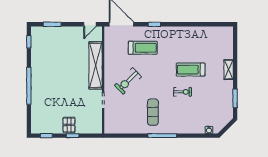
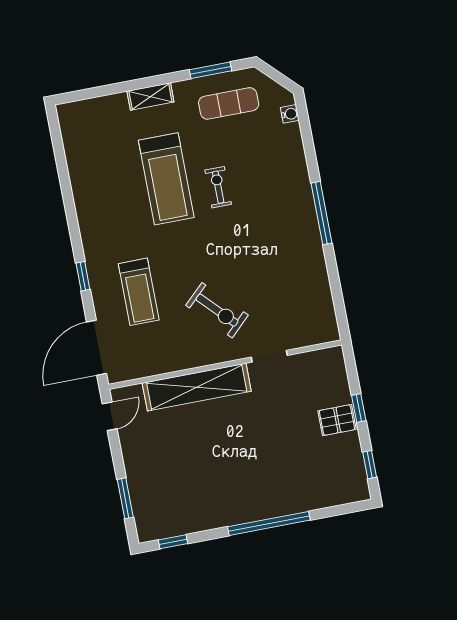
door: (90, 24) -> (110, 416), hinge flipped
treadmill: (143, 48) -> (139, 292), turned 180
treadmill: (191, 70) -> (166, 179), width x1.37, depth x1.38
exercise mat: (153, 112) -> (229, 103), moved

